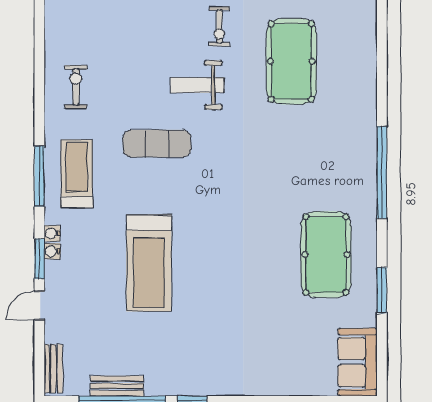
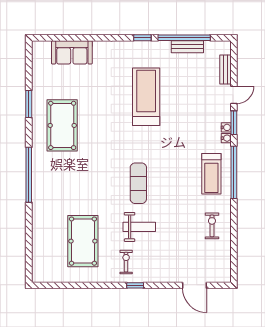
exercise bike: (76, 87) -> (212, 226), turned 180
exercise mat: (157, 144) -> (138, 183), moved, turned 90
window: (39, 176) -> (234, 172), width x1.46
treadmill: (149, 263) -> (146, 97), moved
sofa: (357, 362) -> (72, 52), moved, turned 90
bench: (53, 369) -> (225, 70), moved

